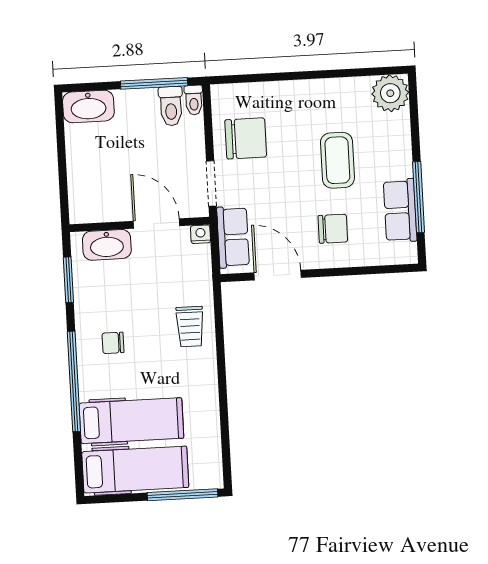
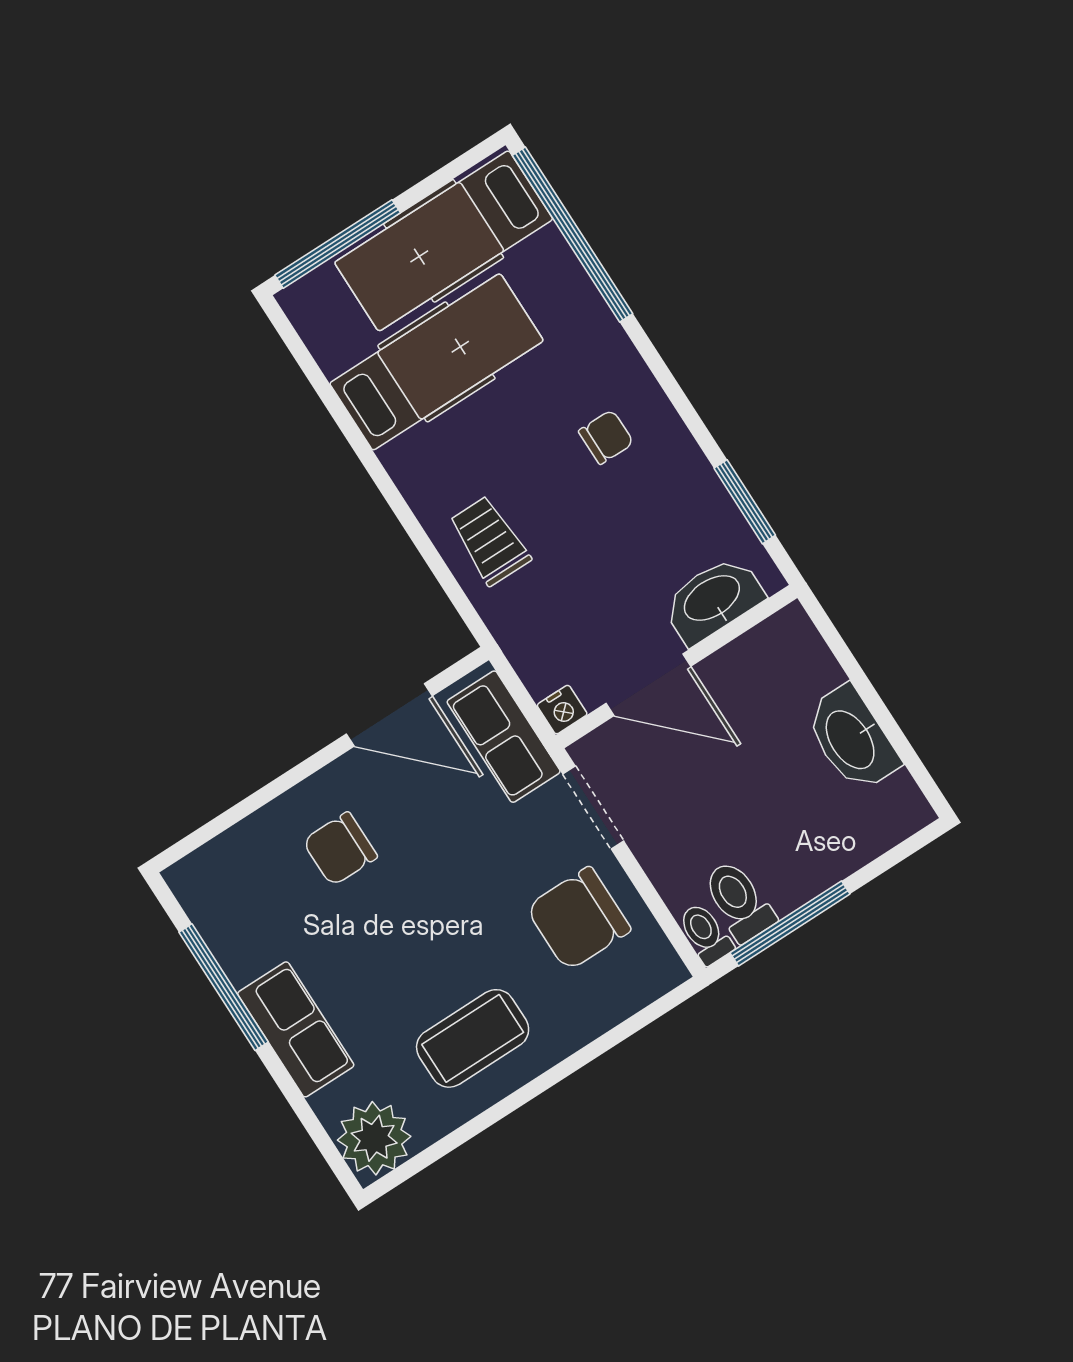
washbasin: (88, 106) -> (852, 739), moved, turned -90
coffee table: (337, 160) -> (473, 1038), moved, turned 90
row of seats: (400, 210) -> (296, 1029), moved
window: (74, 381) -> (573, 234), moved
hospital bed: (131, 421) -> (436, 362), moved, turned 180

